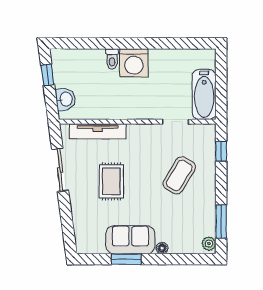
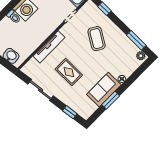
tv unit: (98, 131) -> (49, 47), moved
window: (68, 227) -> (70, 112), added

